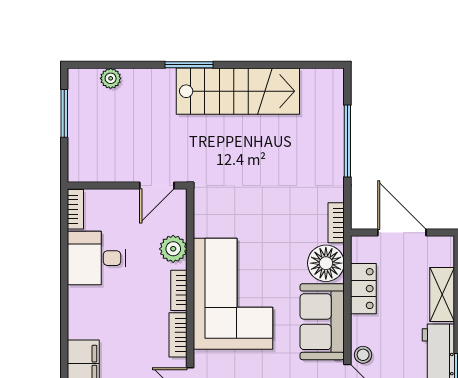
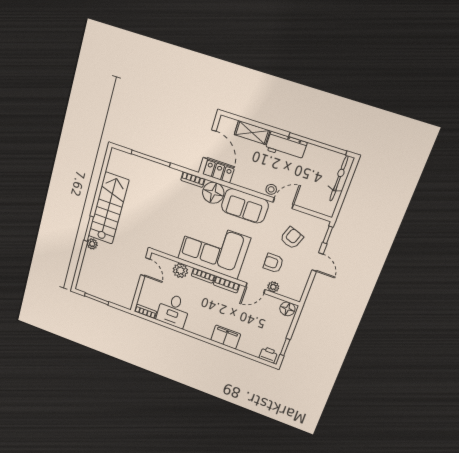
plant: (111, 78) -> (92, 244), moved
door: (402, 233) -> (210, 144), swing flipped
locker: (363, 289) -> (219, 172), moved

